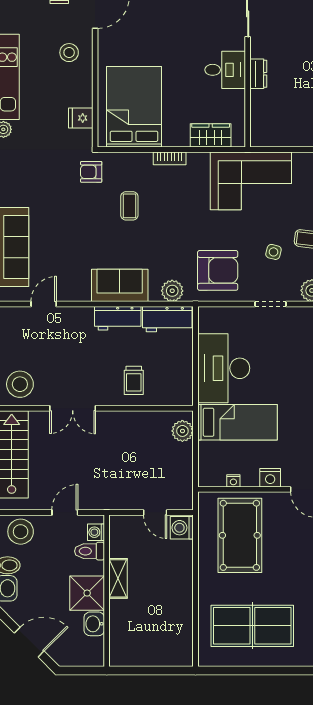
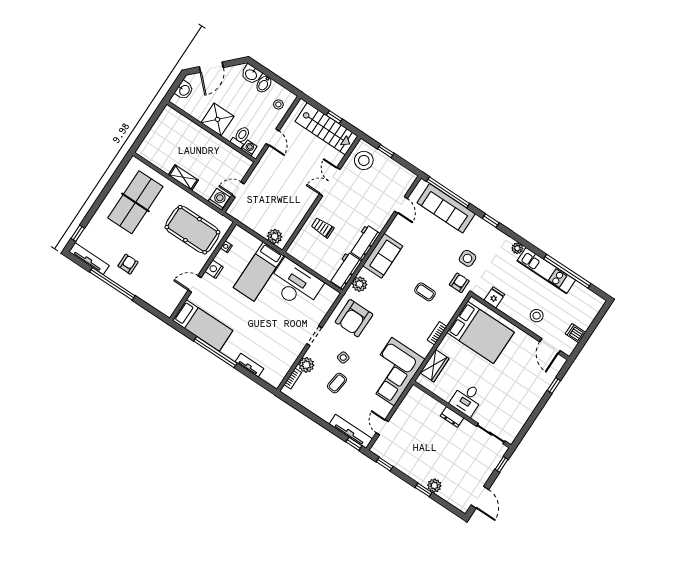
side table: (55, 181) -> (468, 258), added
stool: (21, 532) -> (278, 104), width x0.53, depth x0.53
shelving: (118, 578) -> (183, 177), moved
washbasin: (94, 624) -> (184, 90), moved, turned 90

